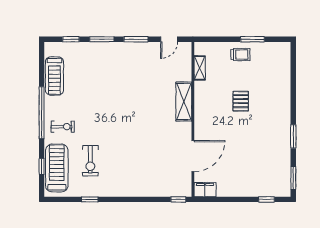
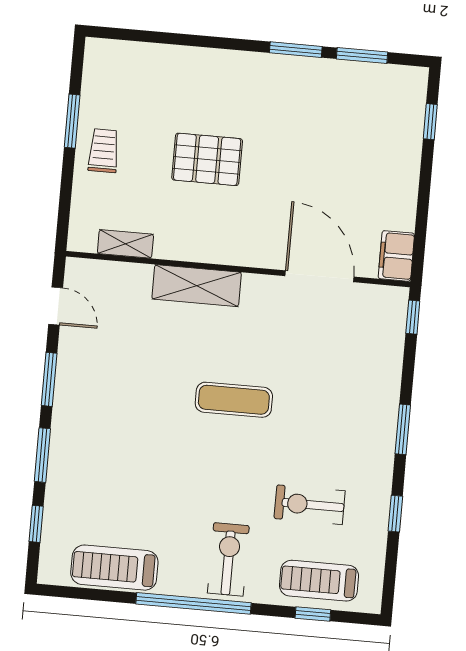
treadmill: (54, 76) -> (114, 568), turned 180
pallet: (241, 101) -> (207, 159), width x1.50, depth x1.42
exercise mat: (134, 123) -> (234, 400), added
exercise bike: (63, 127) -> (228, 559), width x1.38, depth x1.39
exercise bike: (90, 161) -> (310, 505), turned 180
treadmill: (57, 168) -> (319, 581), width x0.73, depth x0.73
window: (293, 178) -> (362, 56), moved
window: (128, 199) -> (403, 429), added

